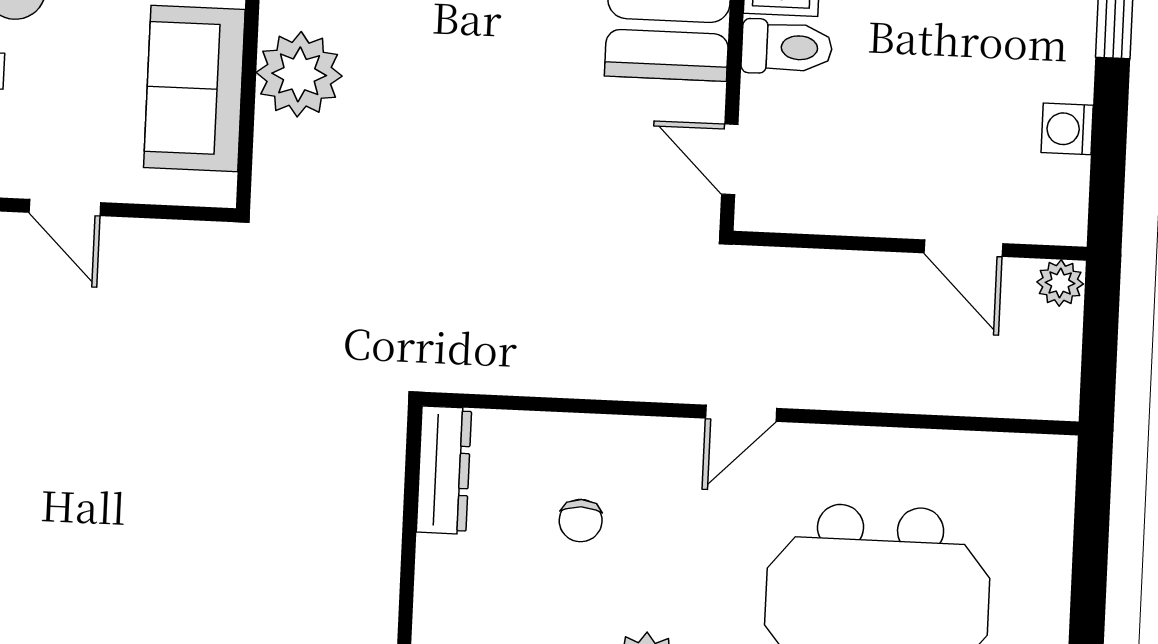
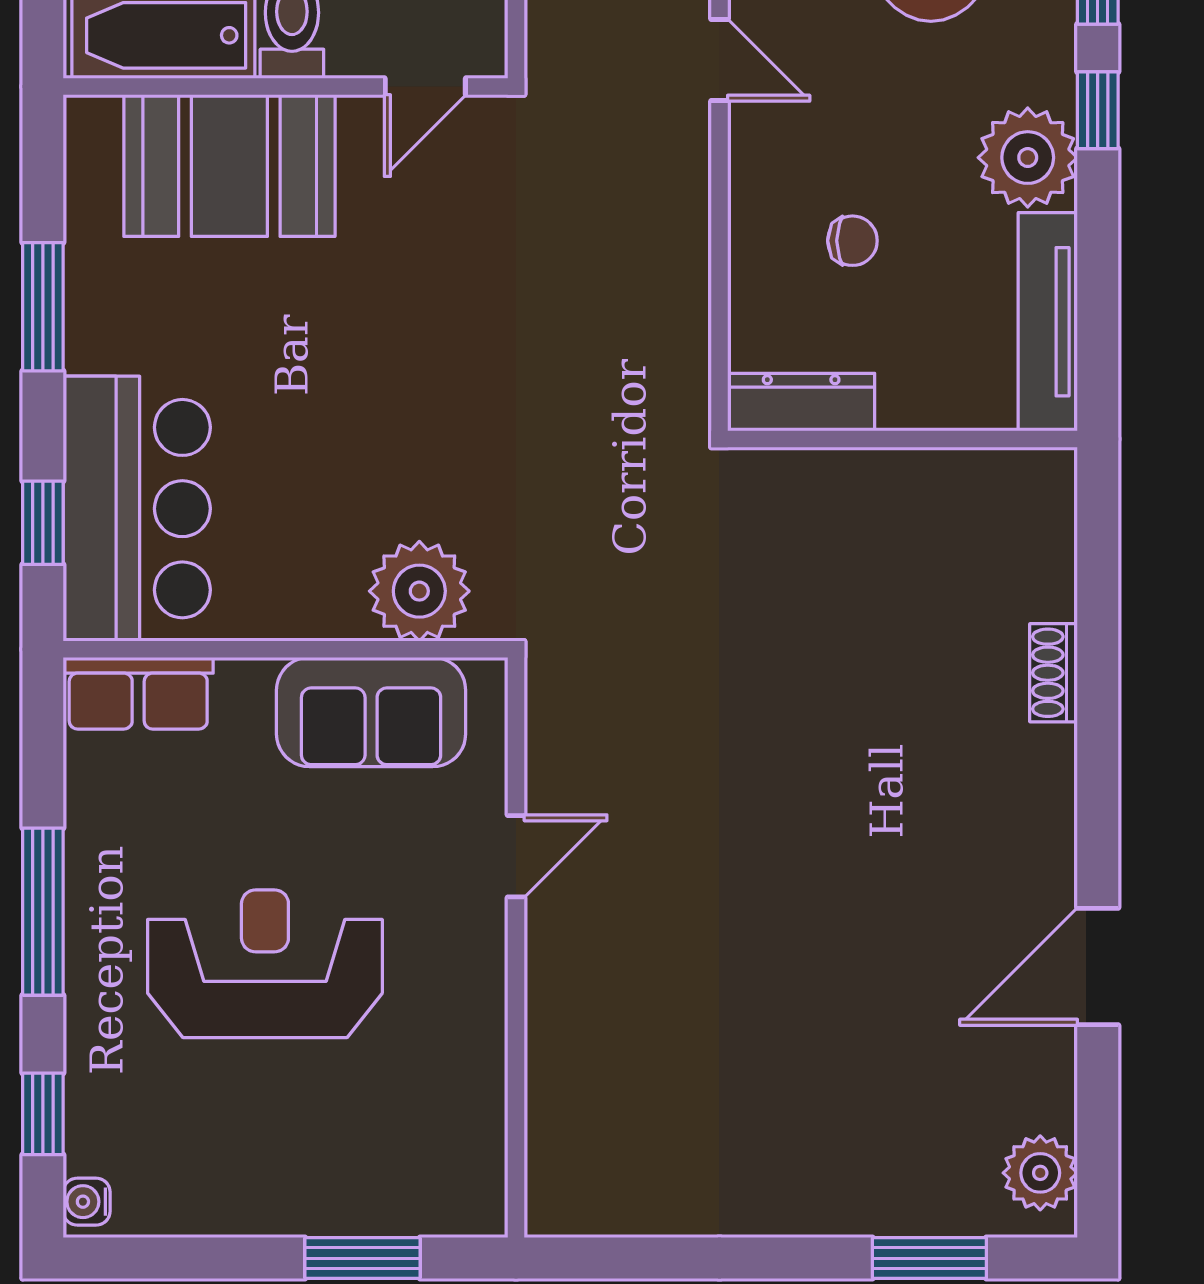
plant: (299, 74) -> (419, 591), moved

